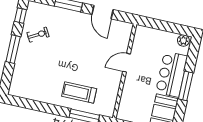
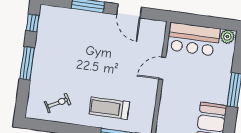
exercise bike: (38, 35) -> (58, 103), moved
bar counter: (172, 74) -> (193, 39), moved, turned -90

